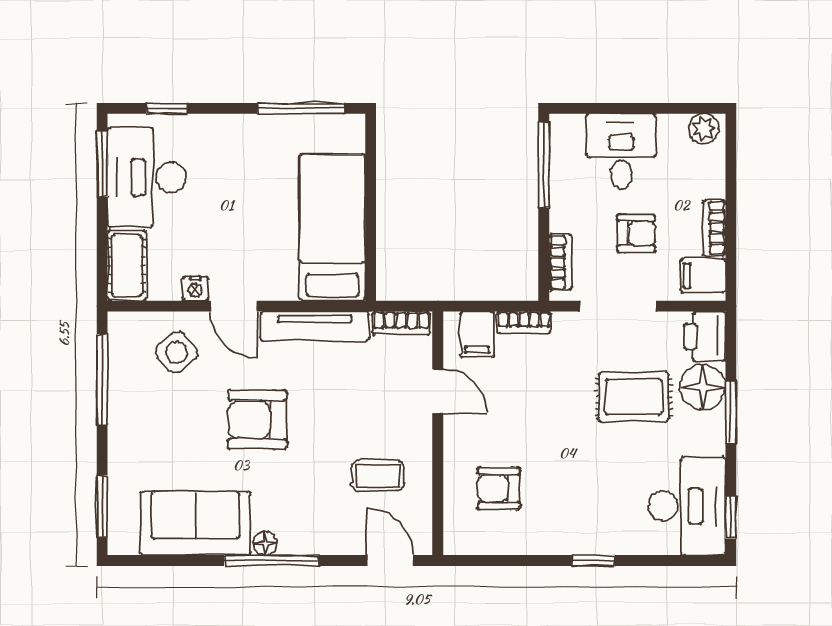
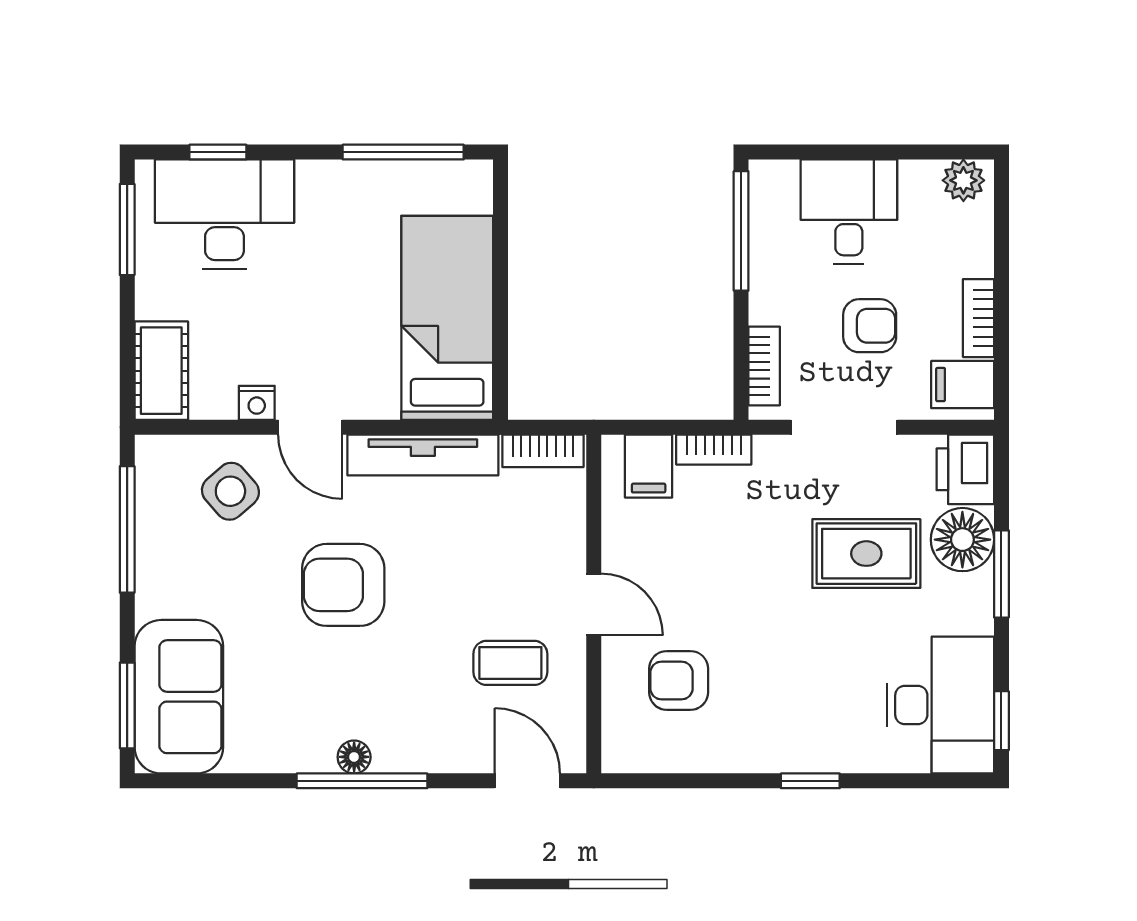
desk: (147, 177) -> (224, 214), moved, turned 90
door: (438, 391) -> (594, 604), moved
sofa: (195, 523) -> (179, 697), moved, turned 90

